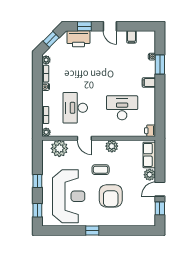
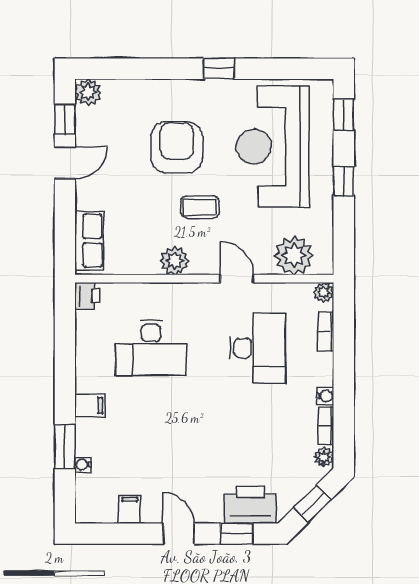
plant: (150, 175) -> (88, 92), moved

